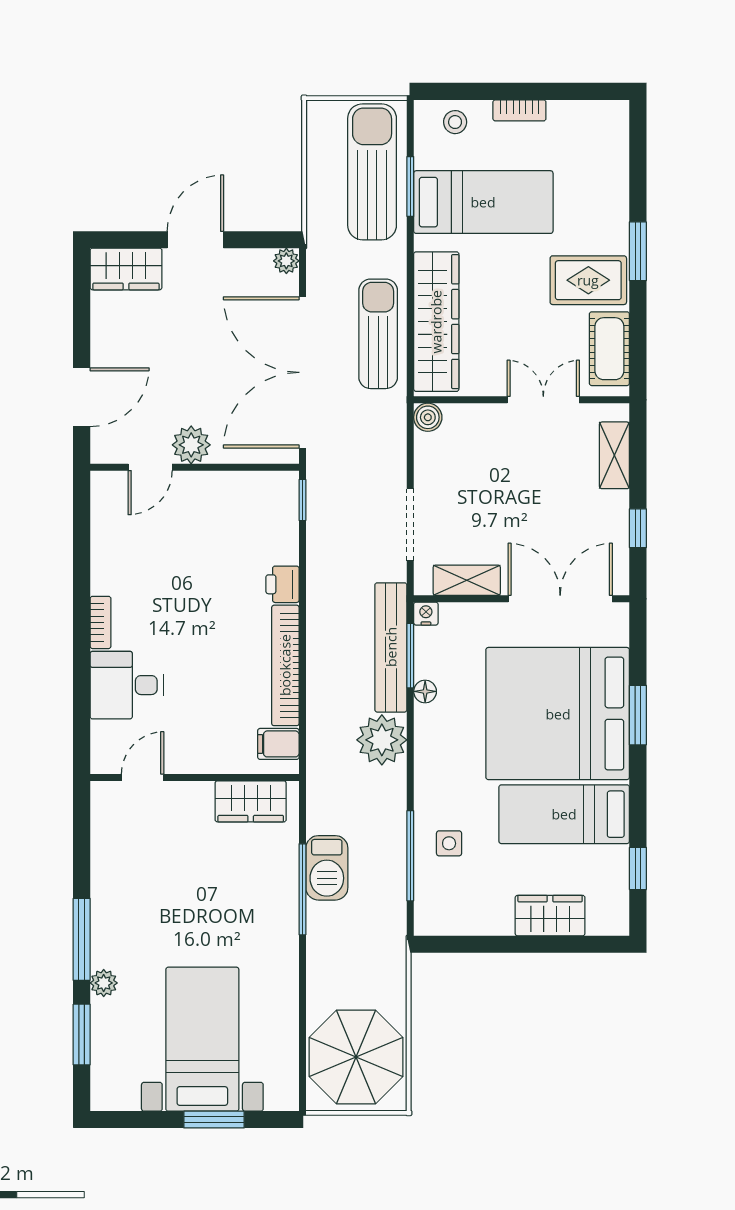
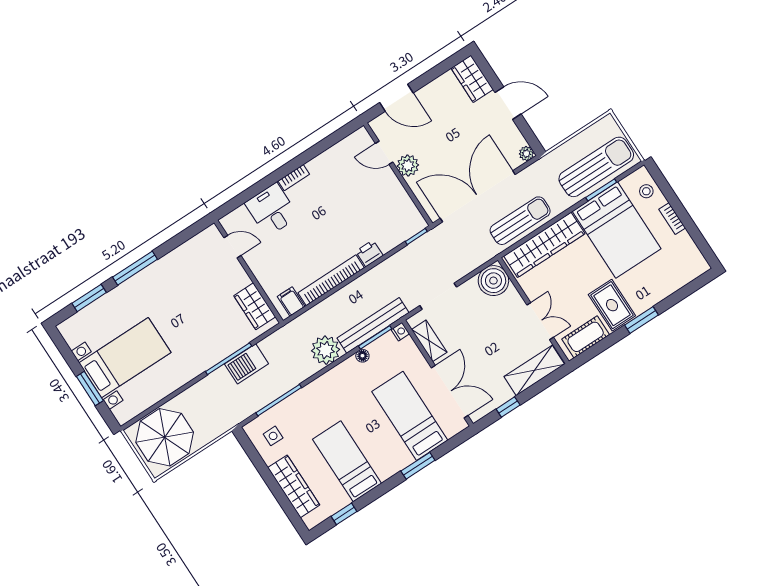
bed: (483, 202) -> (617, 230), width x1.50
boiler: (428, 417) -> (493, 281), width x1.86, depth x1.86
shelving: (614, 455) -> (534, 370), width x1.50, depth x1.33
bed: (558, 714) -> (410, 416), width x0.49
side table: (449, 843) -> (273, 436), moved
wardrobe: (550, 916) -> (294, 486), width x1.50
plant: (104, 983) -> (121, 292), removed

